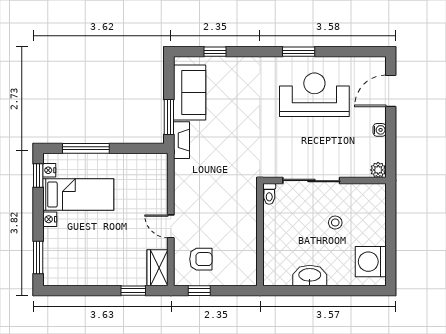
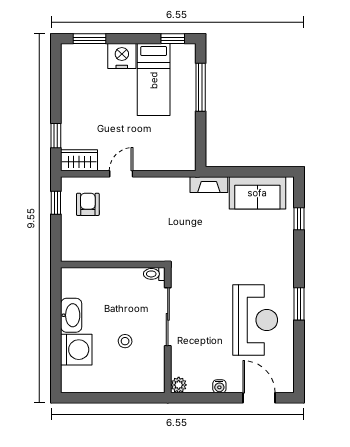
window: (169, 117) -> (232, 172), removed
nightstand: (49, 170) -> (178, 50), removed
nightstand: (50, 219) -> (122, 56), width x1.89, depth x1.79
armchair: (201, 259) -> (88, 204), turned 180
washing machine: (371, 262) -> (76, 350), moved, turned 90

